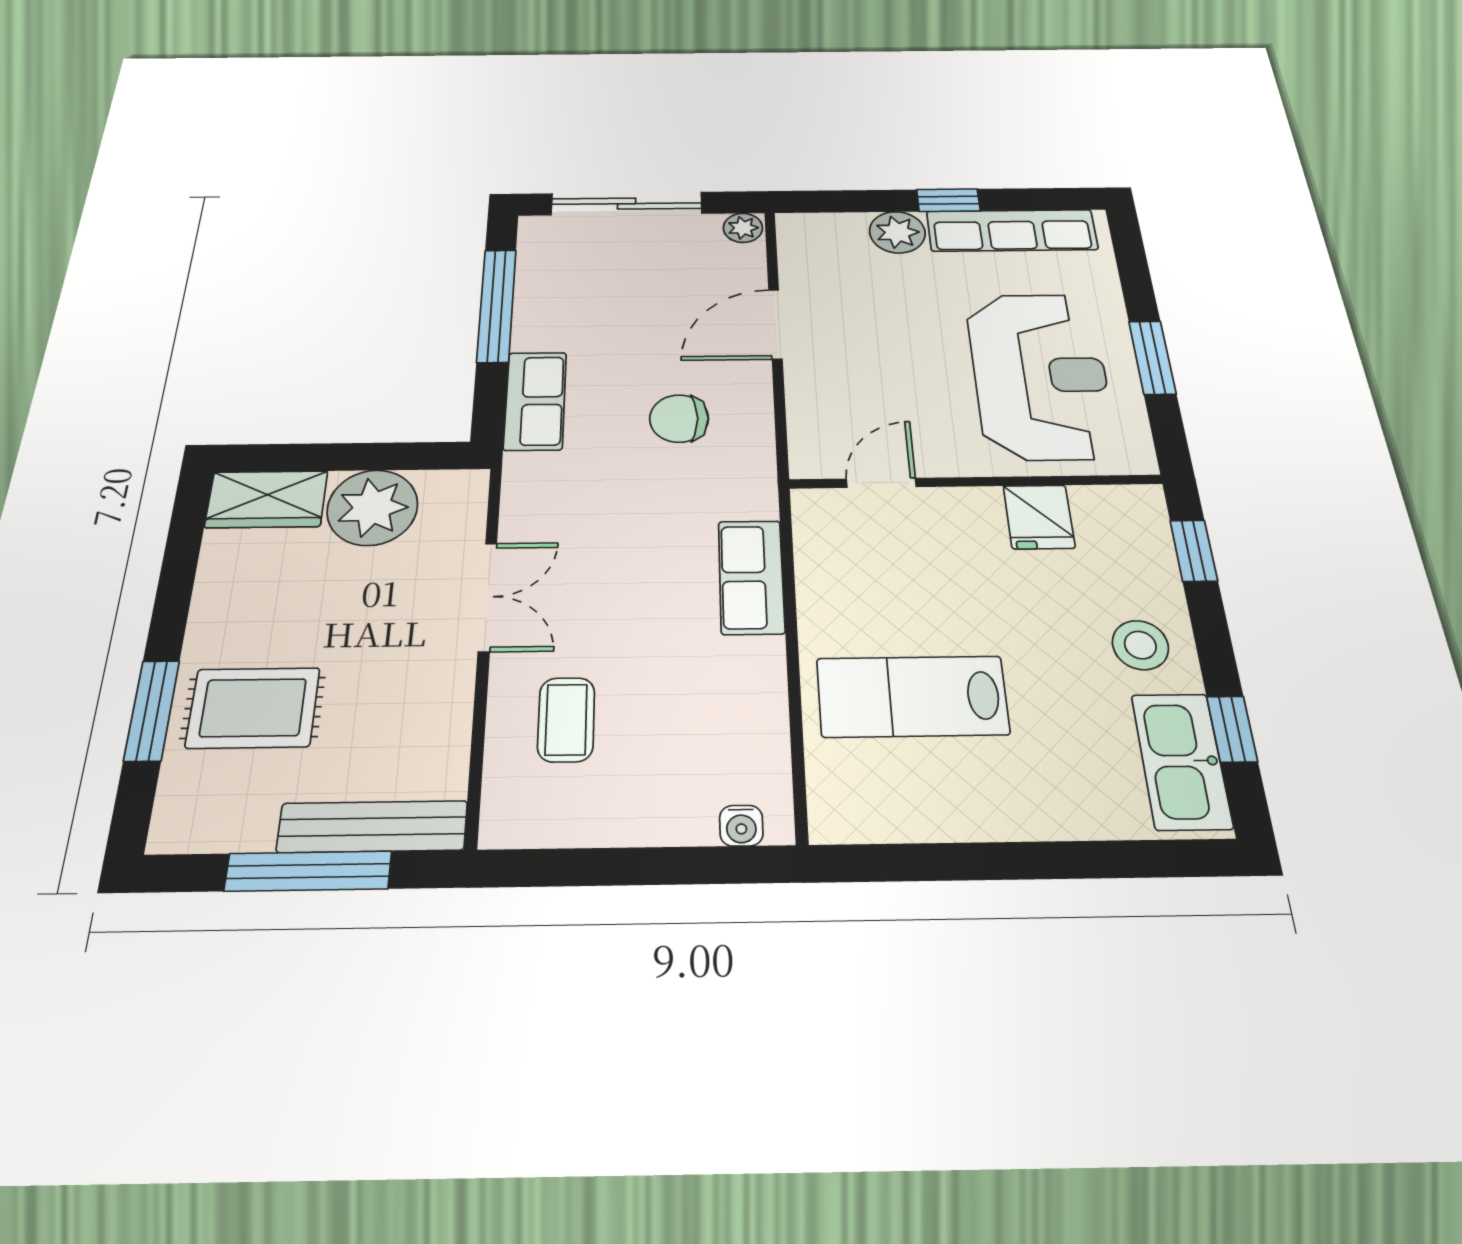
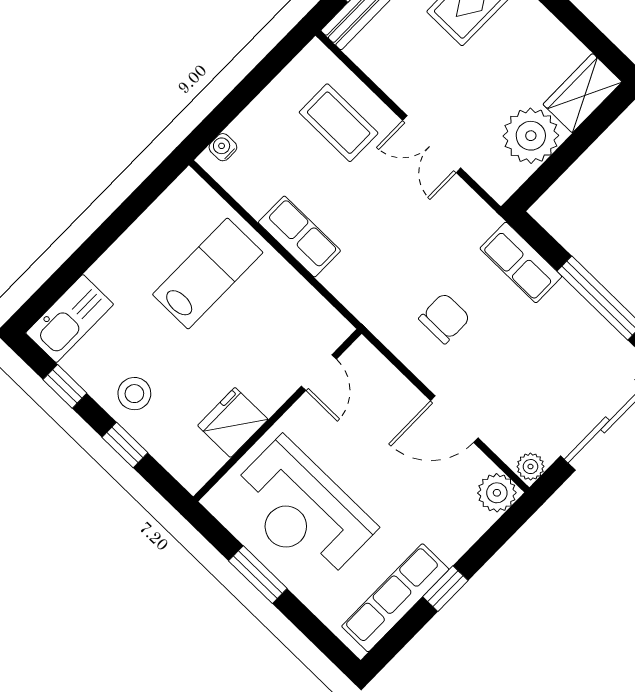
plant: (897, 232) -> (497, 493), moved
door: (775, 324) -> (454, 419), swing flipped
fridge: (1039, 517) -> (233, 422), width x1.38
window: (1194, 551) -> (125, 445), moved
row of seats: (751, 577) -> (299, 237), moved
coffee table: (566, 720) -> (339, 123), width x1.36, depth x1.30
kitchen sink: (1181, 761) -> (70, 319), moved, turned 90

